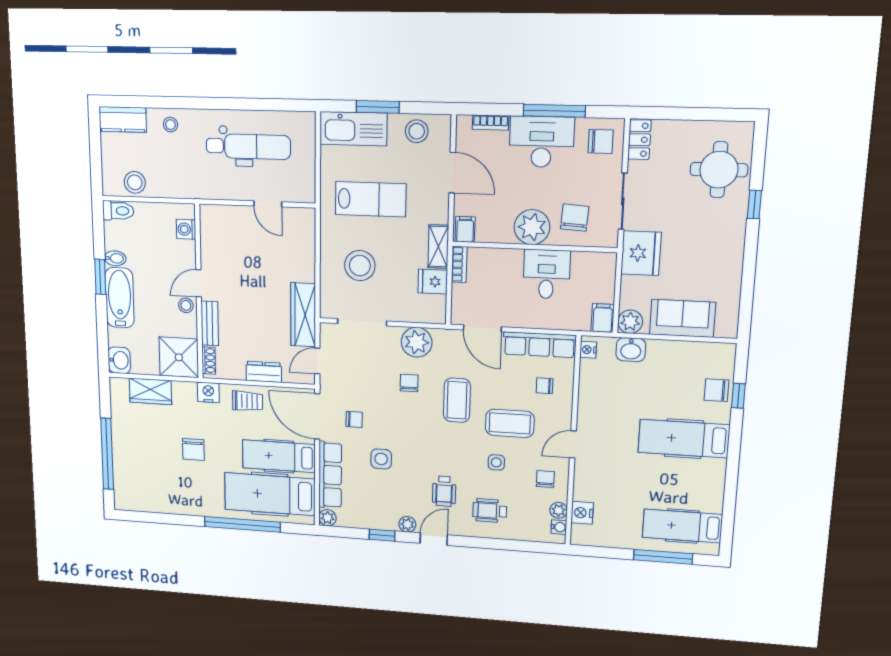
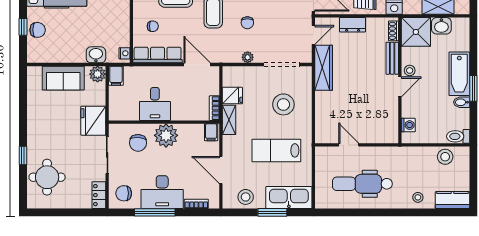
plant: (417, 342) -> (248, 57), width x0.53, depth x0.53
washbasin: (119, 360) -> (441, 26), moved, turned -90

